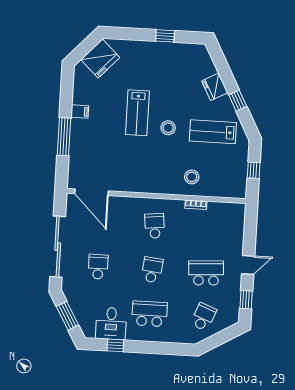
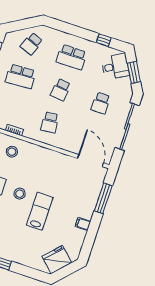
window: (64, 137) -> (103, 198), moved
desk: (111, 323) -> (115, 67), moved, turned 60

